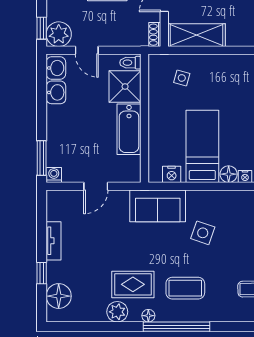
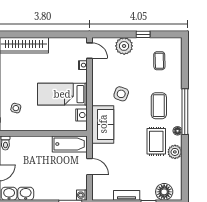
shower: (125, 86) -> (22, 147), removed
bathtub: (129, 129) -> (70, 144), moved
floor lamp: (229, 174) -> (81, 76), removed

